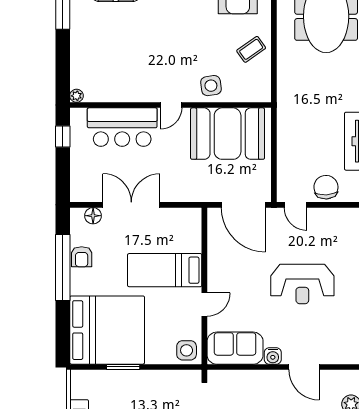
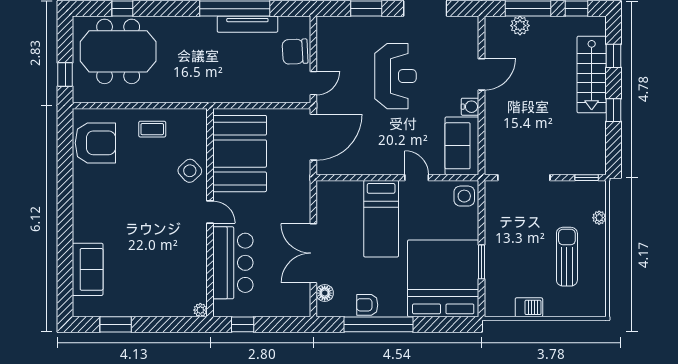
coffee table: (251, 49) -> (152, 129), turned -55
side table: (211, 86) -> (190, 171), turned -35
armchair: (82, 257) -> (367, 305), turned 180

